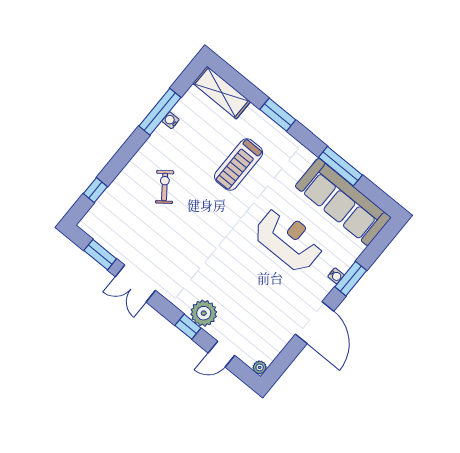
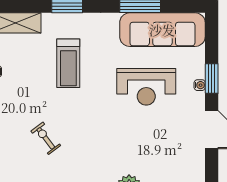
exercise bike: (165, 187) -> (46, 138), moved
reception desk: (289, 240) -> (146, 87), turned 180

